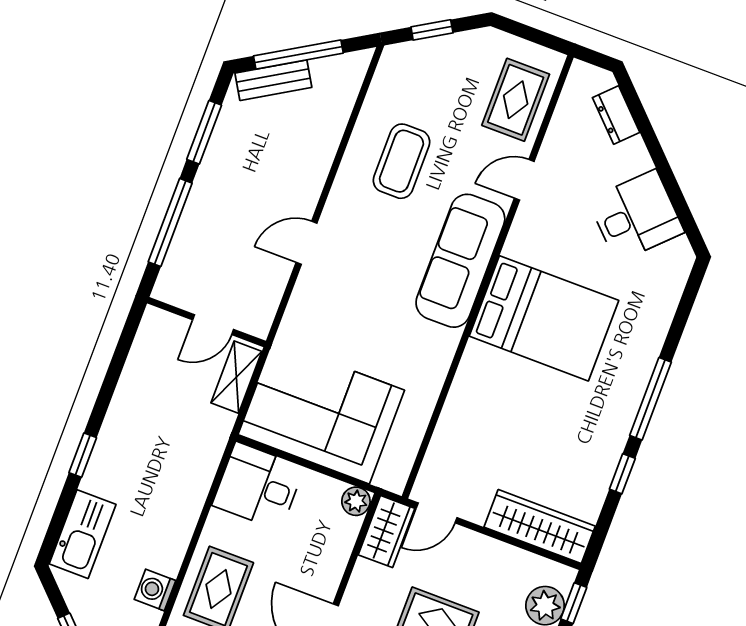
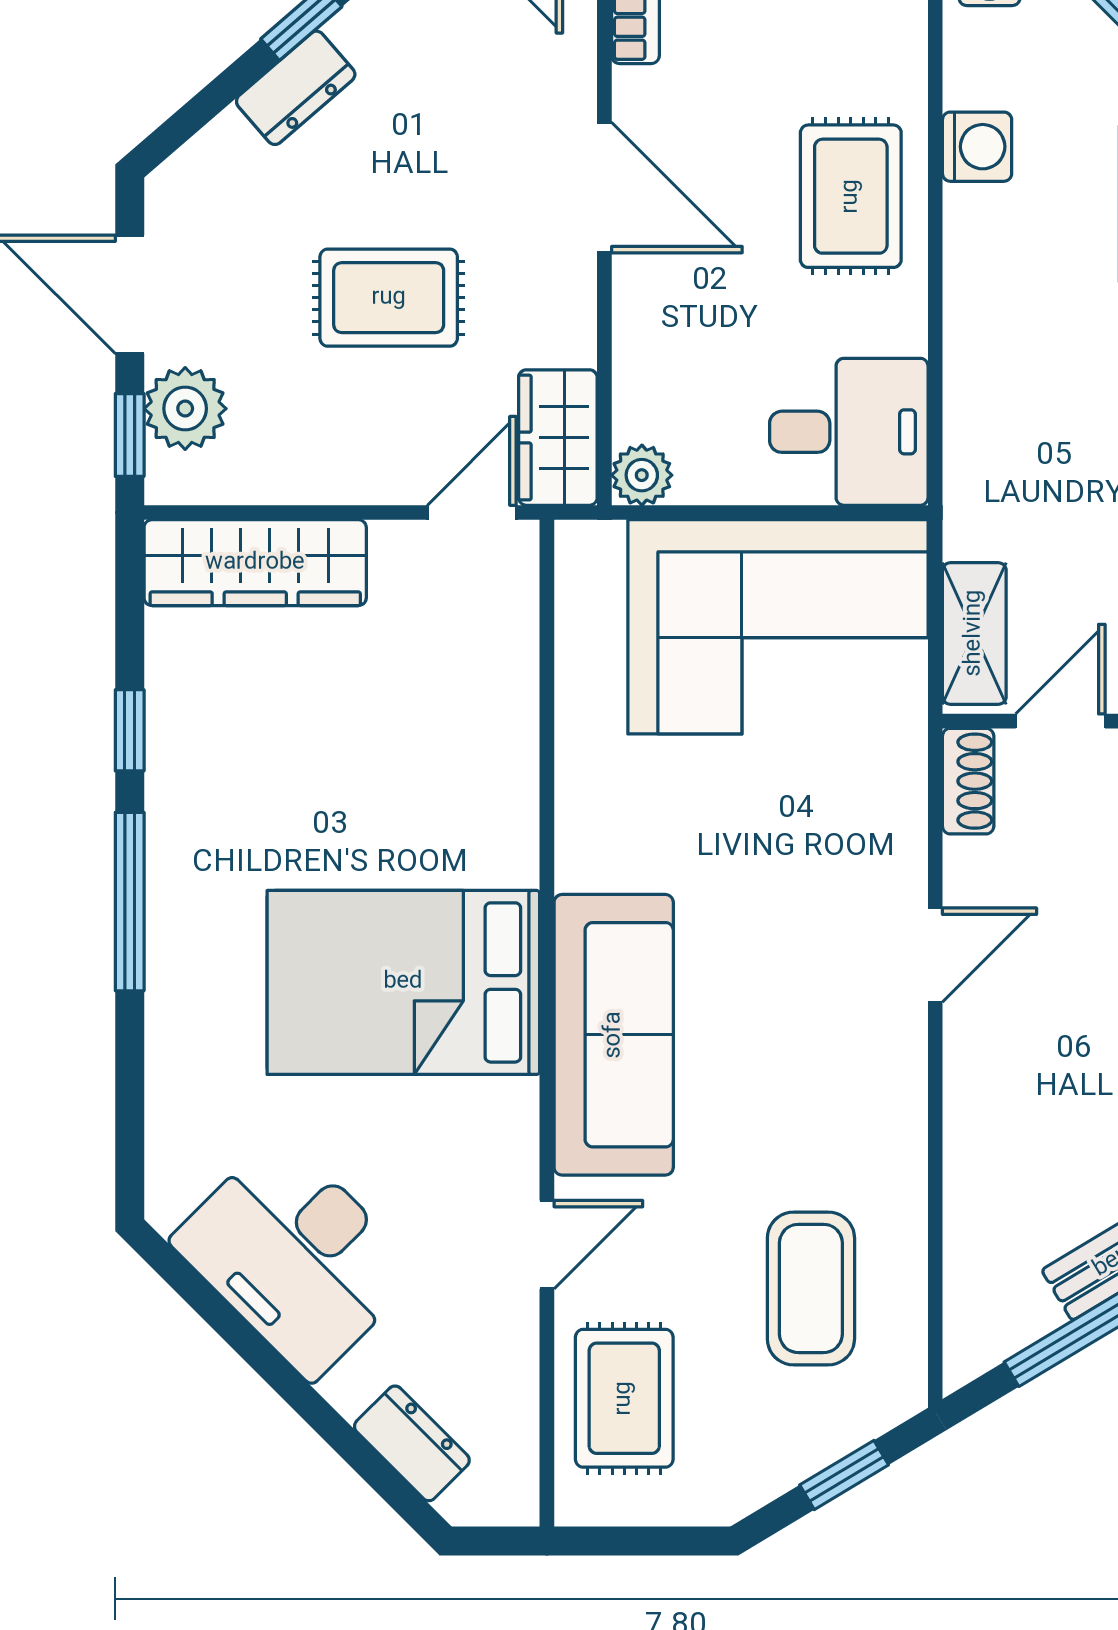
coffee table: (401, 161) -> (811, 1288), moved
desk: (636, 216) -> (296, 1256), width x1.37
shoe rack: (263, 313) -> (968, 781), added

